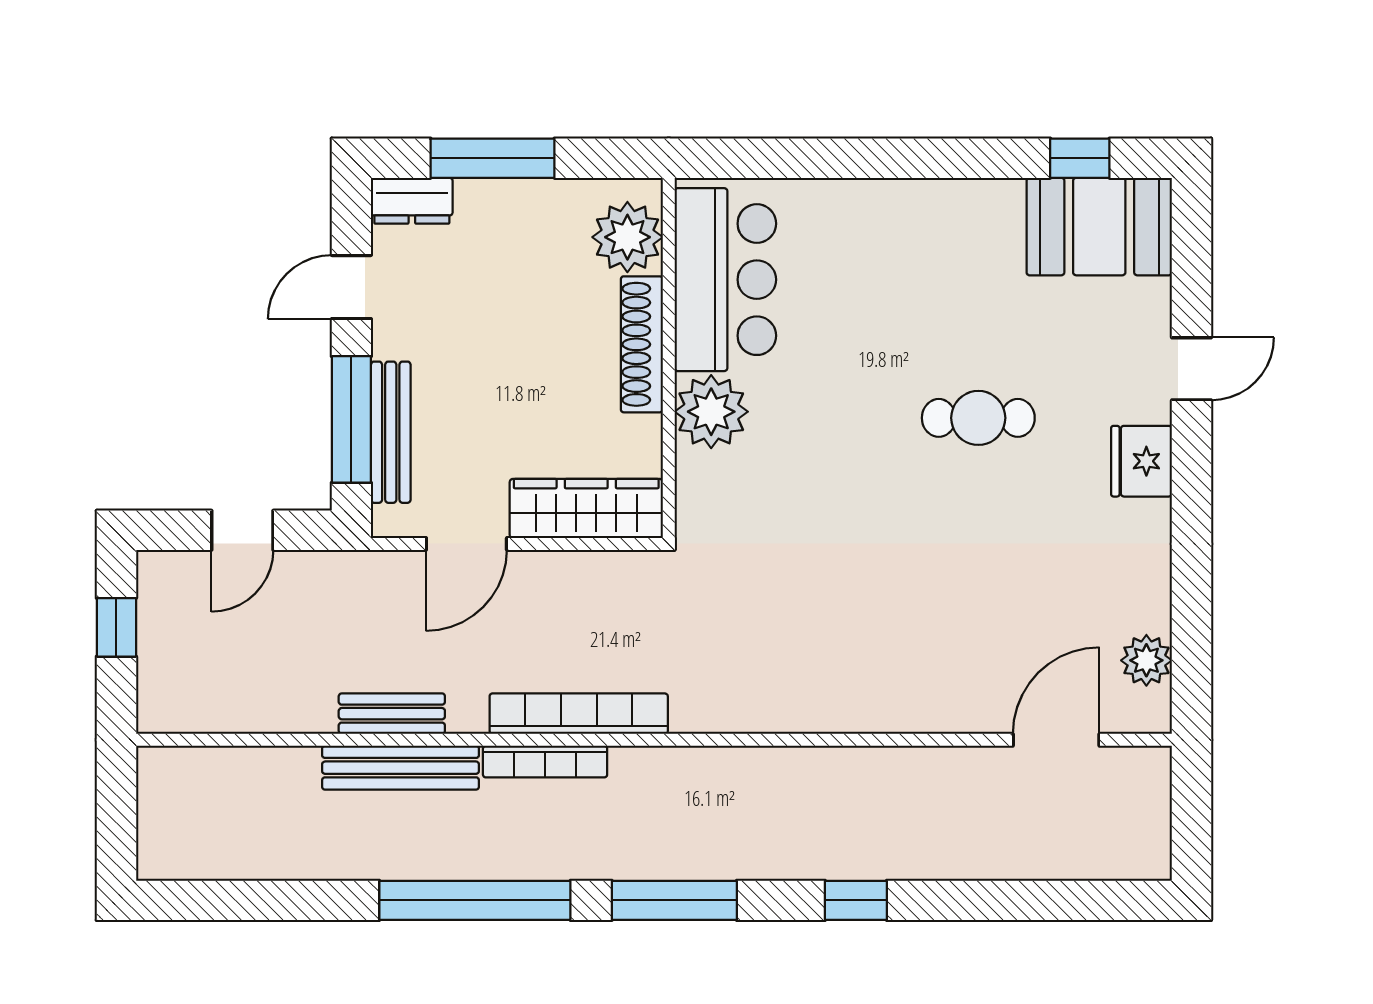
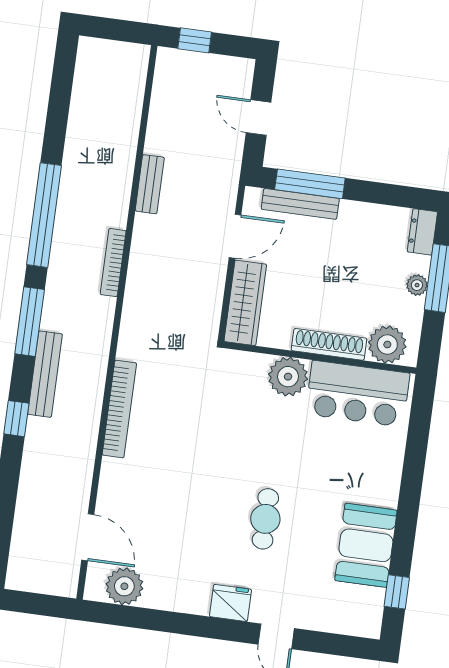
plant: (511, 197) -> (417, 285), added
booth: (1099, 227) -> (366, 545), moved
door: (351, 287) -> (381, 193), removed
door: (466, 544) -> (235, 236), swing flipped
window: (116, 627) -> (195, 40), moved
plant: (1146, 660) -> (124, 586), width x1.36, depth x1.36
bookcase: (579, 714) -> (119, 409), moved
bench: (401, 768) -> (45, 374), moved

